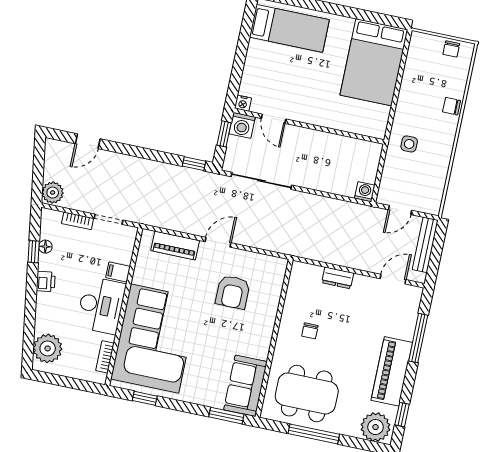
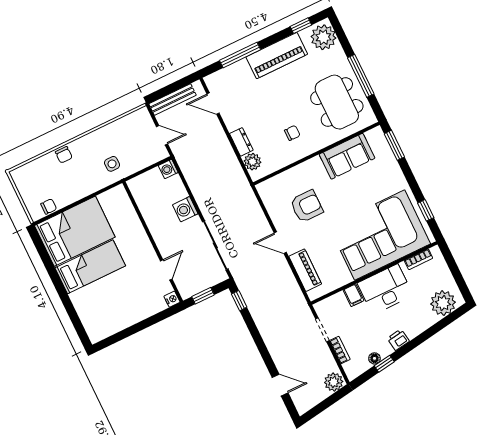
bed: (289, 28) -> (90, 267), moved, turned 90
chair: (451, 49) -> (49, 206), moved
washing machine: (242, 125) -> (185, 209), moved, turned 180
plant: (312, 274) -> (252, 162), added
sofa: (245, 386) -> (347, 156), moved

